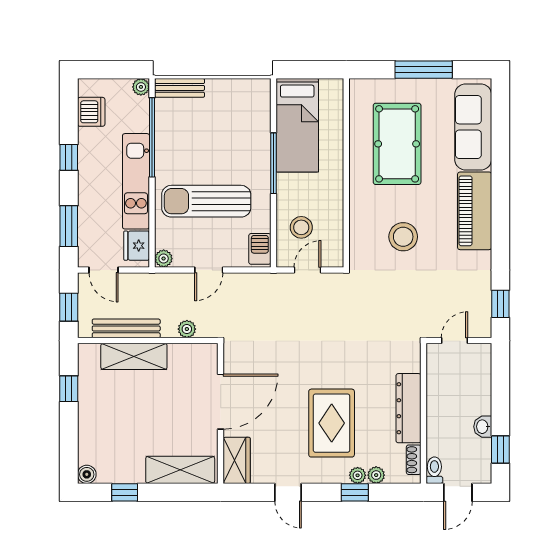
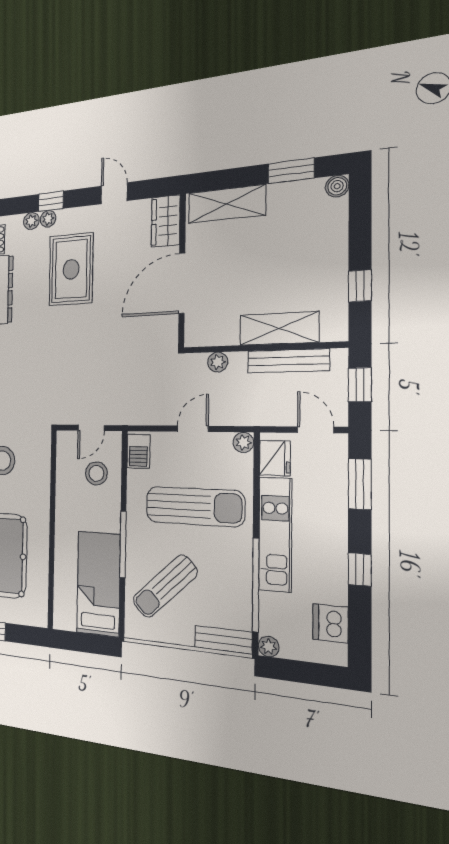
sun lounger: (233, 129) -> (165, 586), added
window: (125, 492) -> (291, 171), width x1.50

